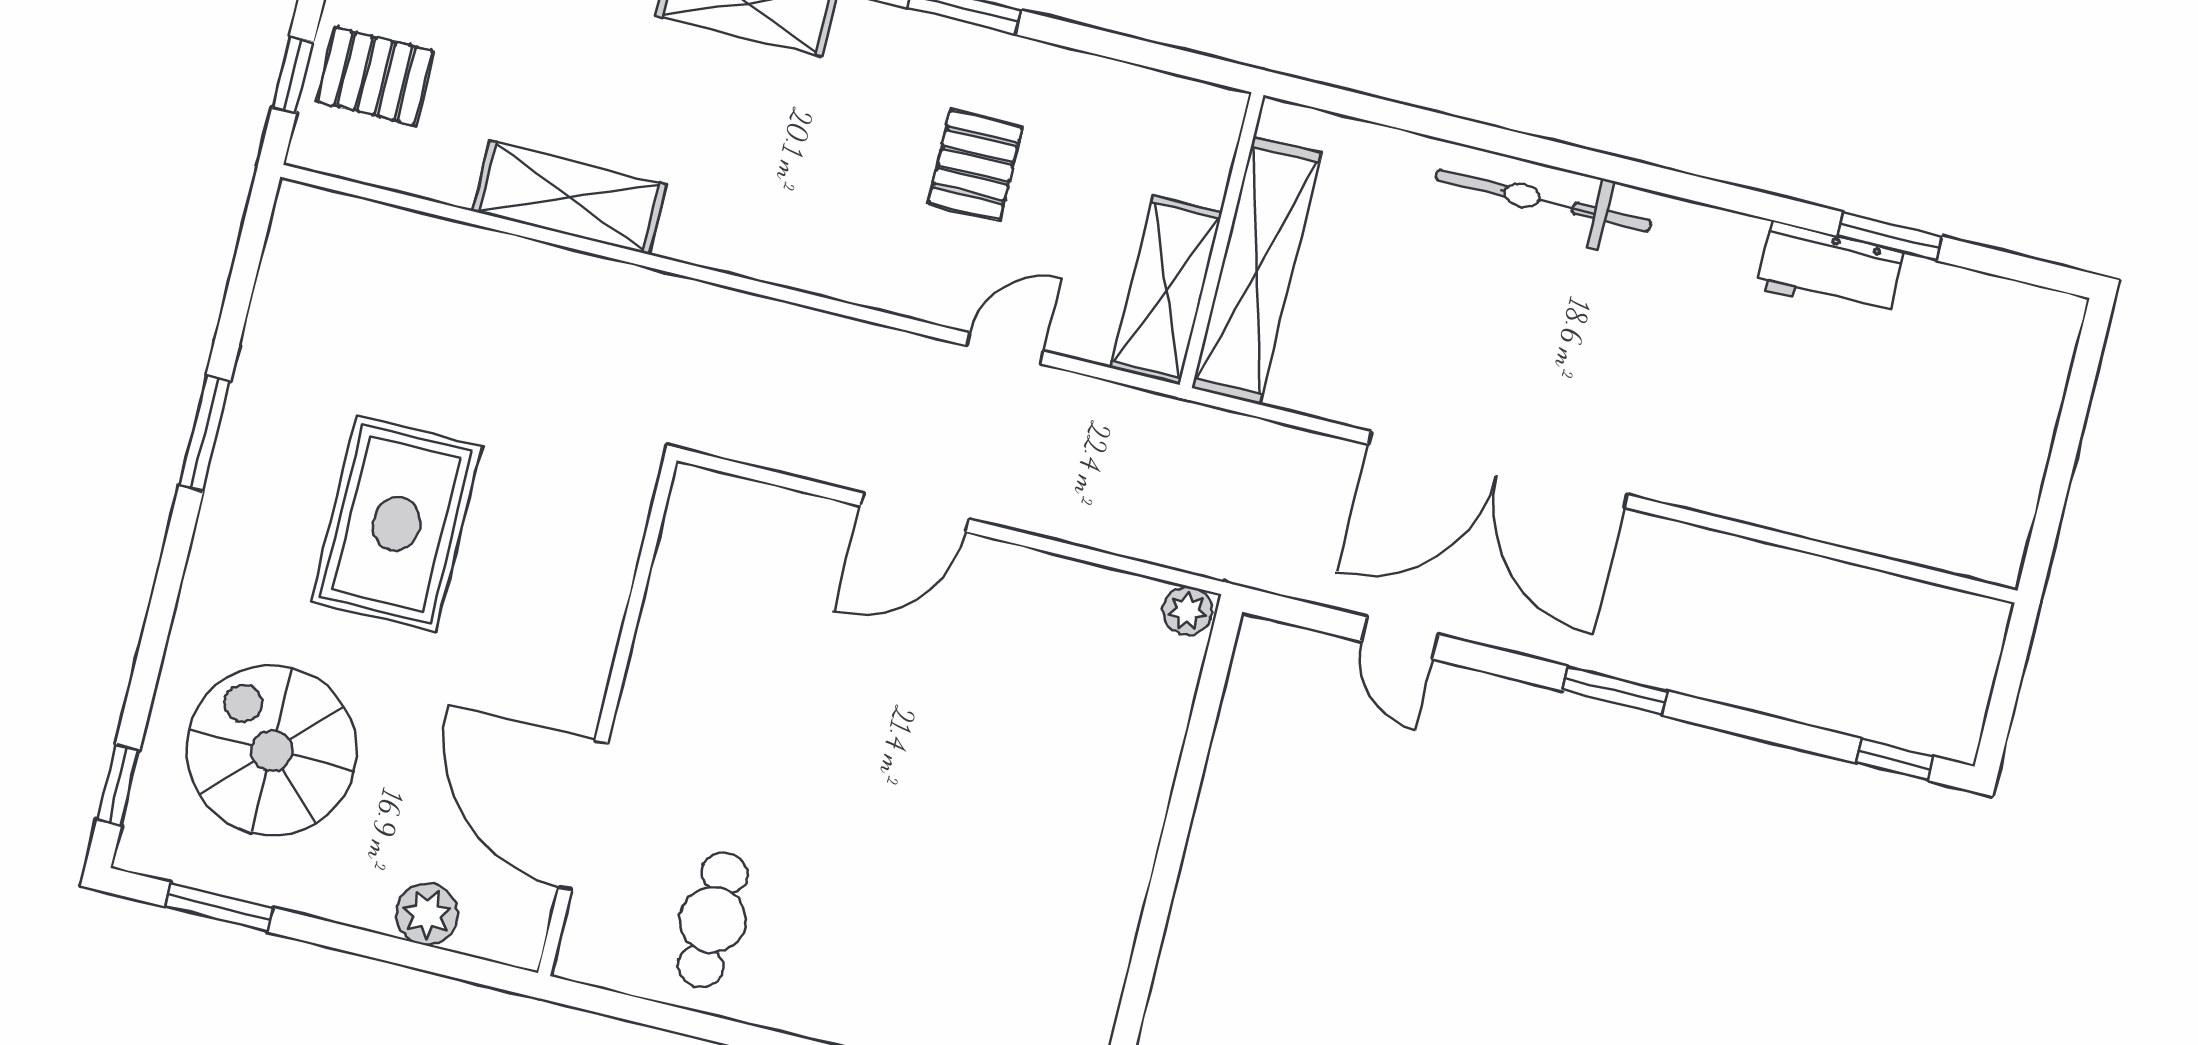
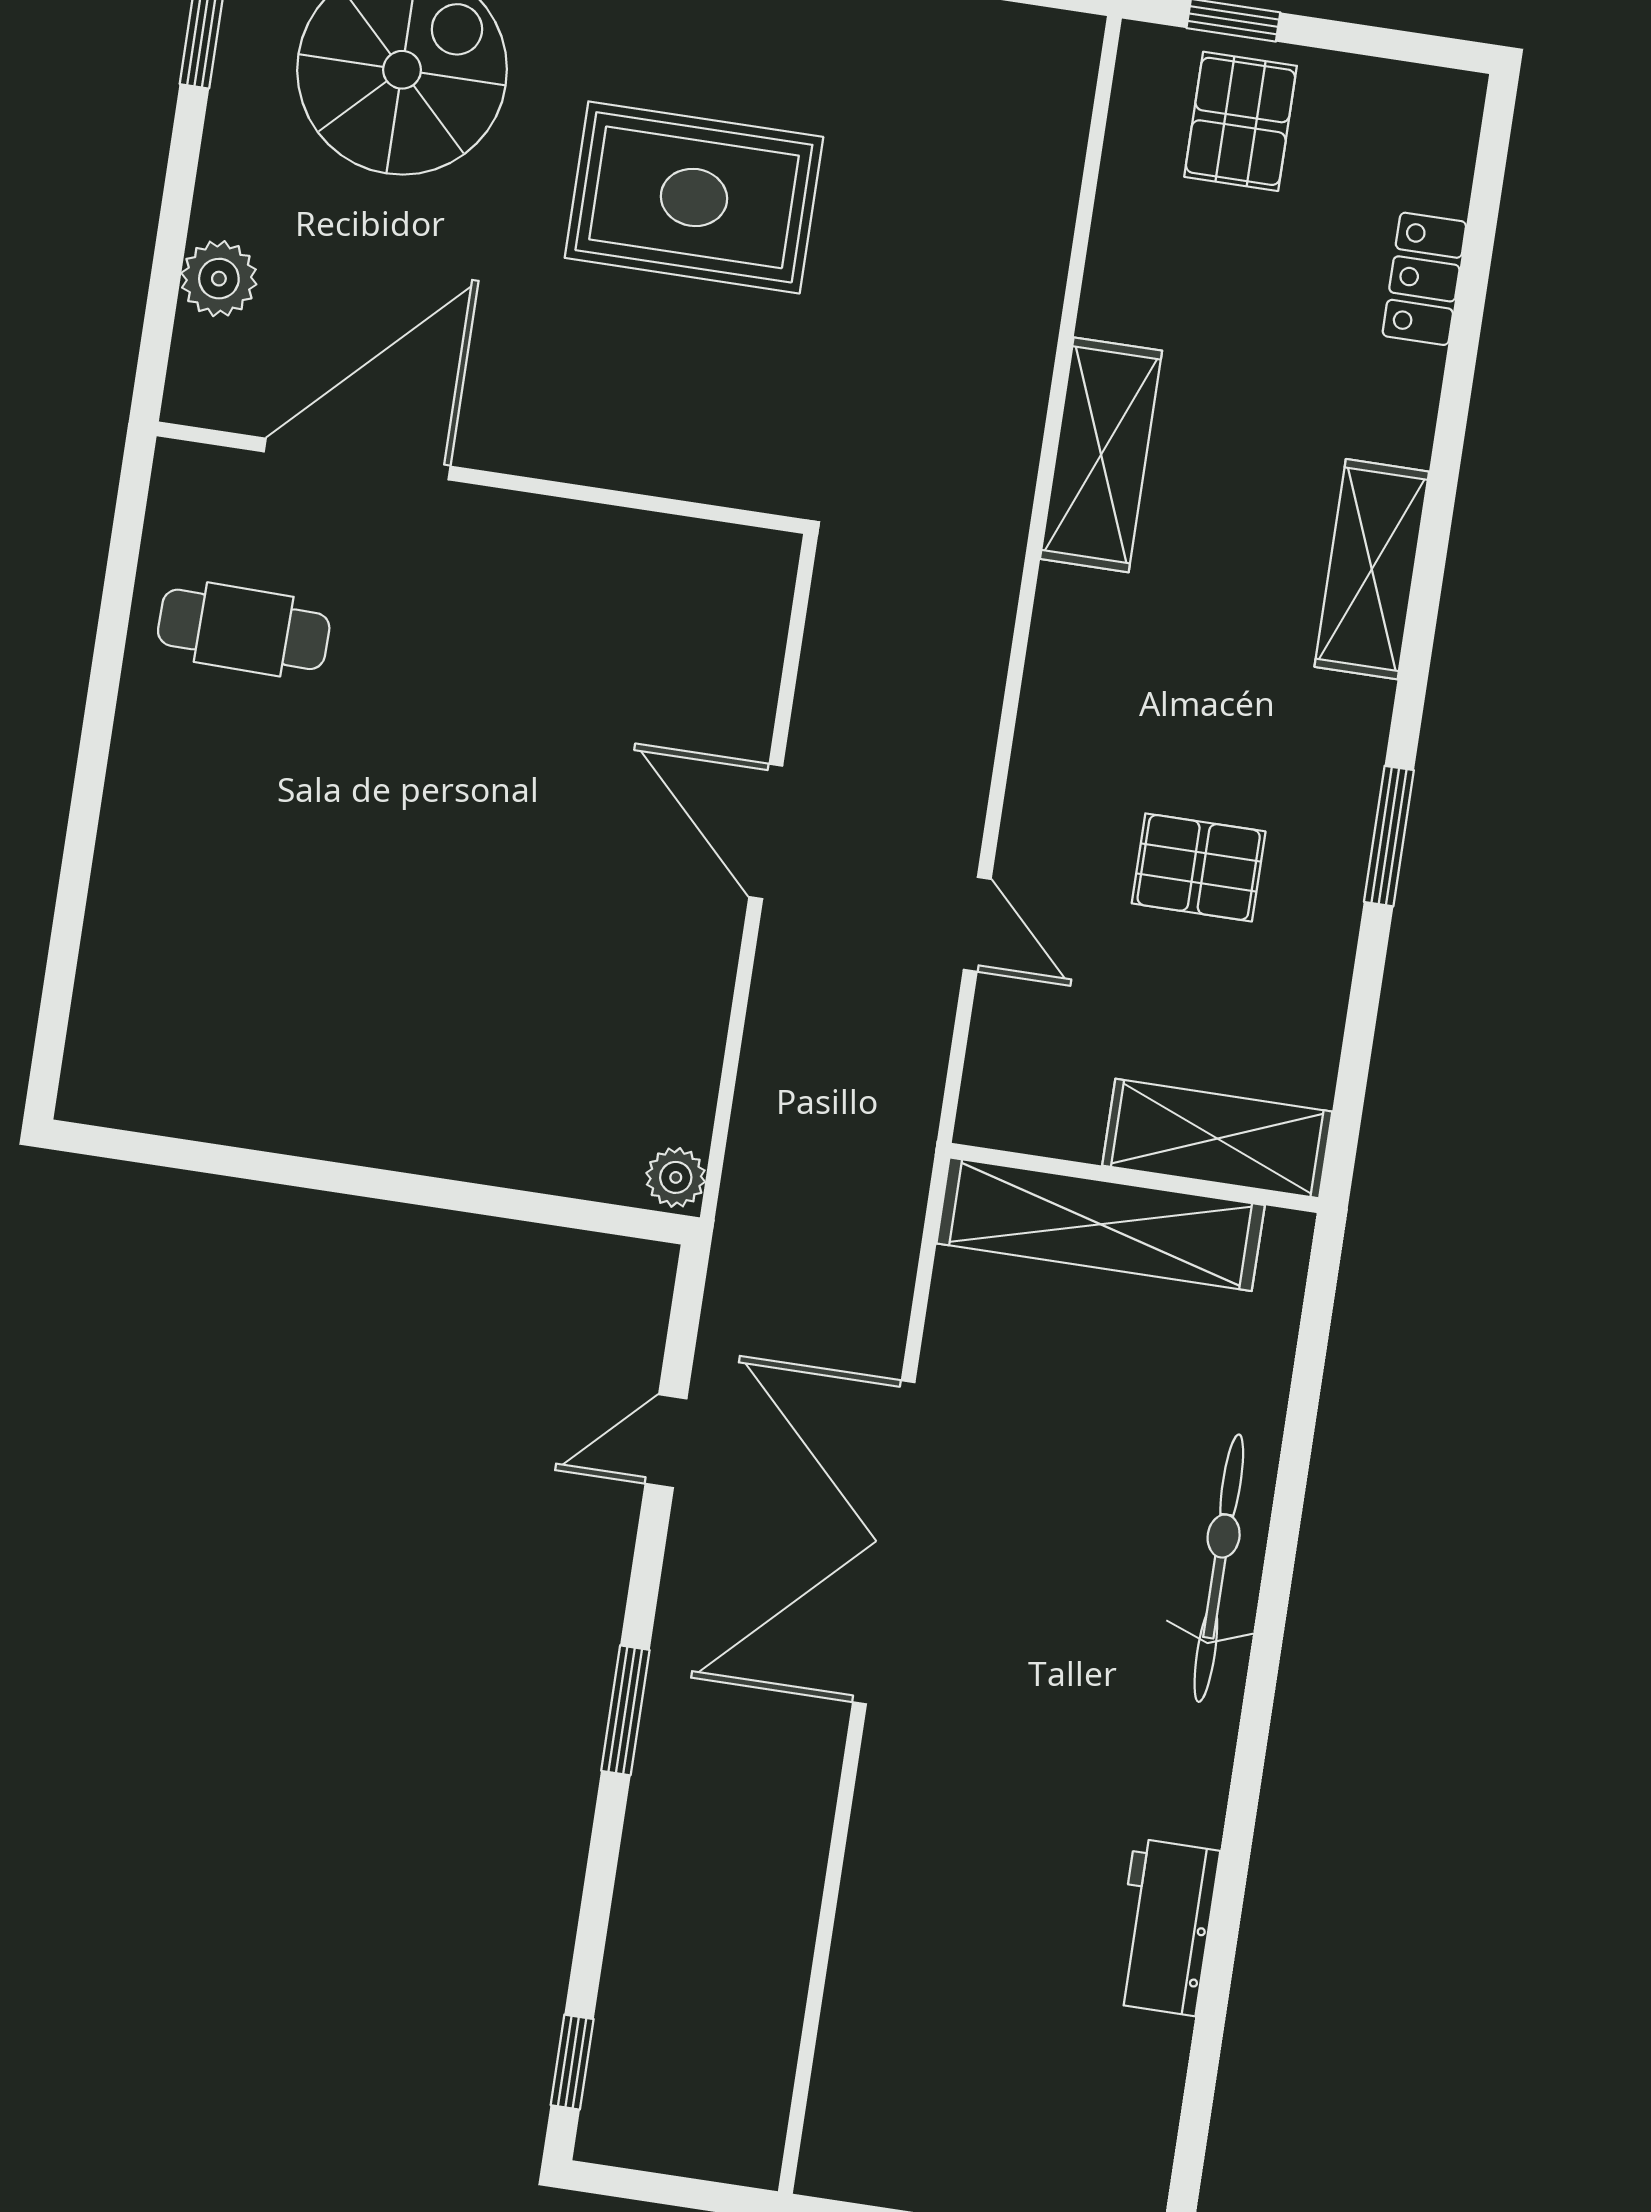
shelving: (569, 198) -> (1101, 455), moved
window: (1889, 236) -> (1213, 1997), removed
shelving: (1166, 290) -> (1217, 1139), moved

